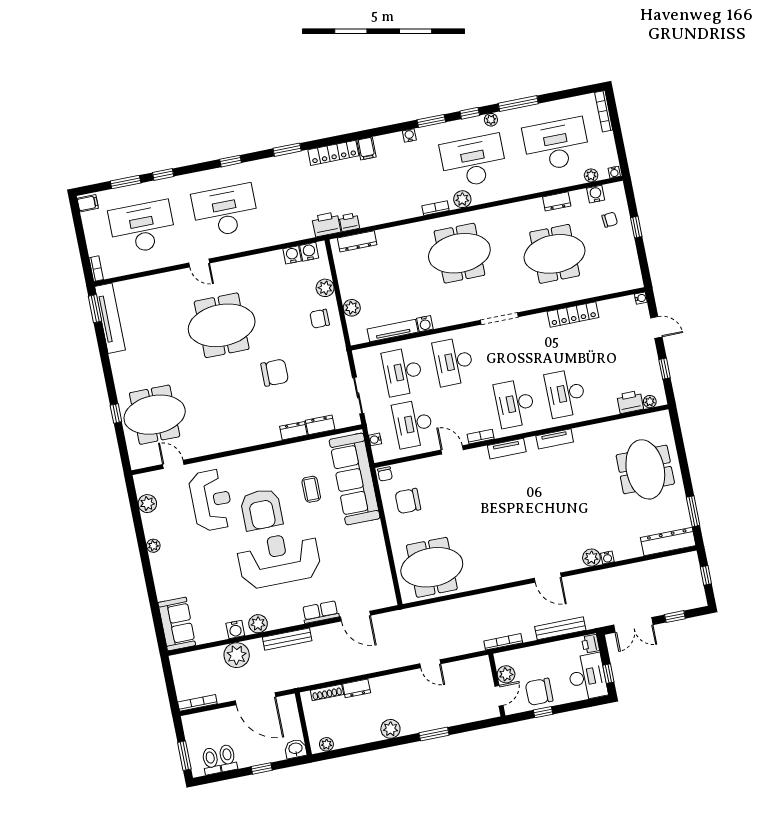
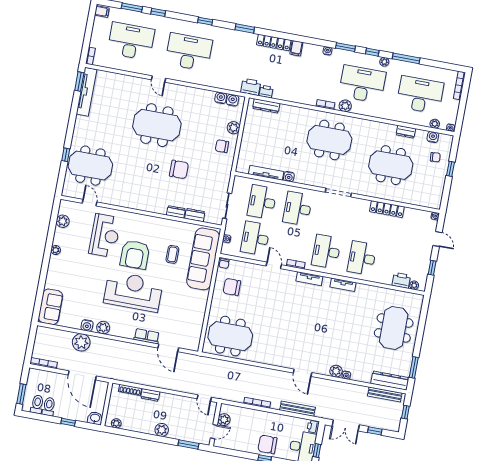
plant: (352, 308) -> (246, 147), removed
bench: (287, 639) -> (385, 394), moved
plant: (506, 674) -> (224, 420), moved
wall: (497, 685) -> (215, 424), moved
door: (499, 696) -> (214, 432), moved

